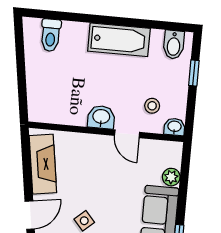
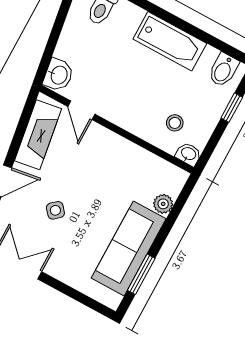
washbasin: (101, 117) -> (58, 75), moved, turned 81
door: (127, 134) -> (81, 110), moved

